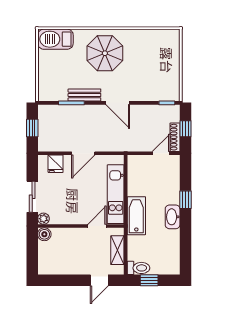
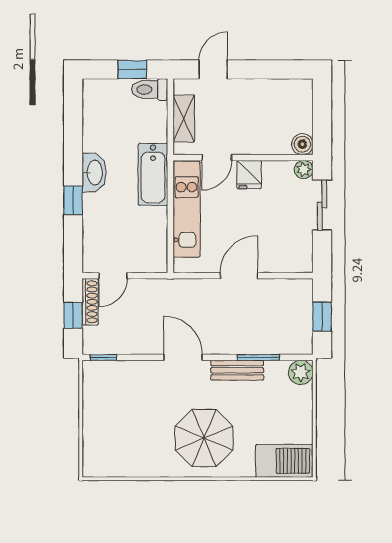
plant: (45, 94) -> (301, 372), added
fridge: (56, 164) -> (249, 175), moved, turned 180

